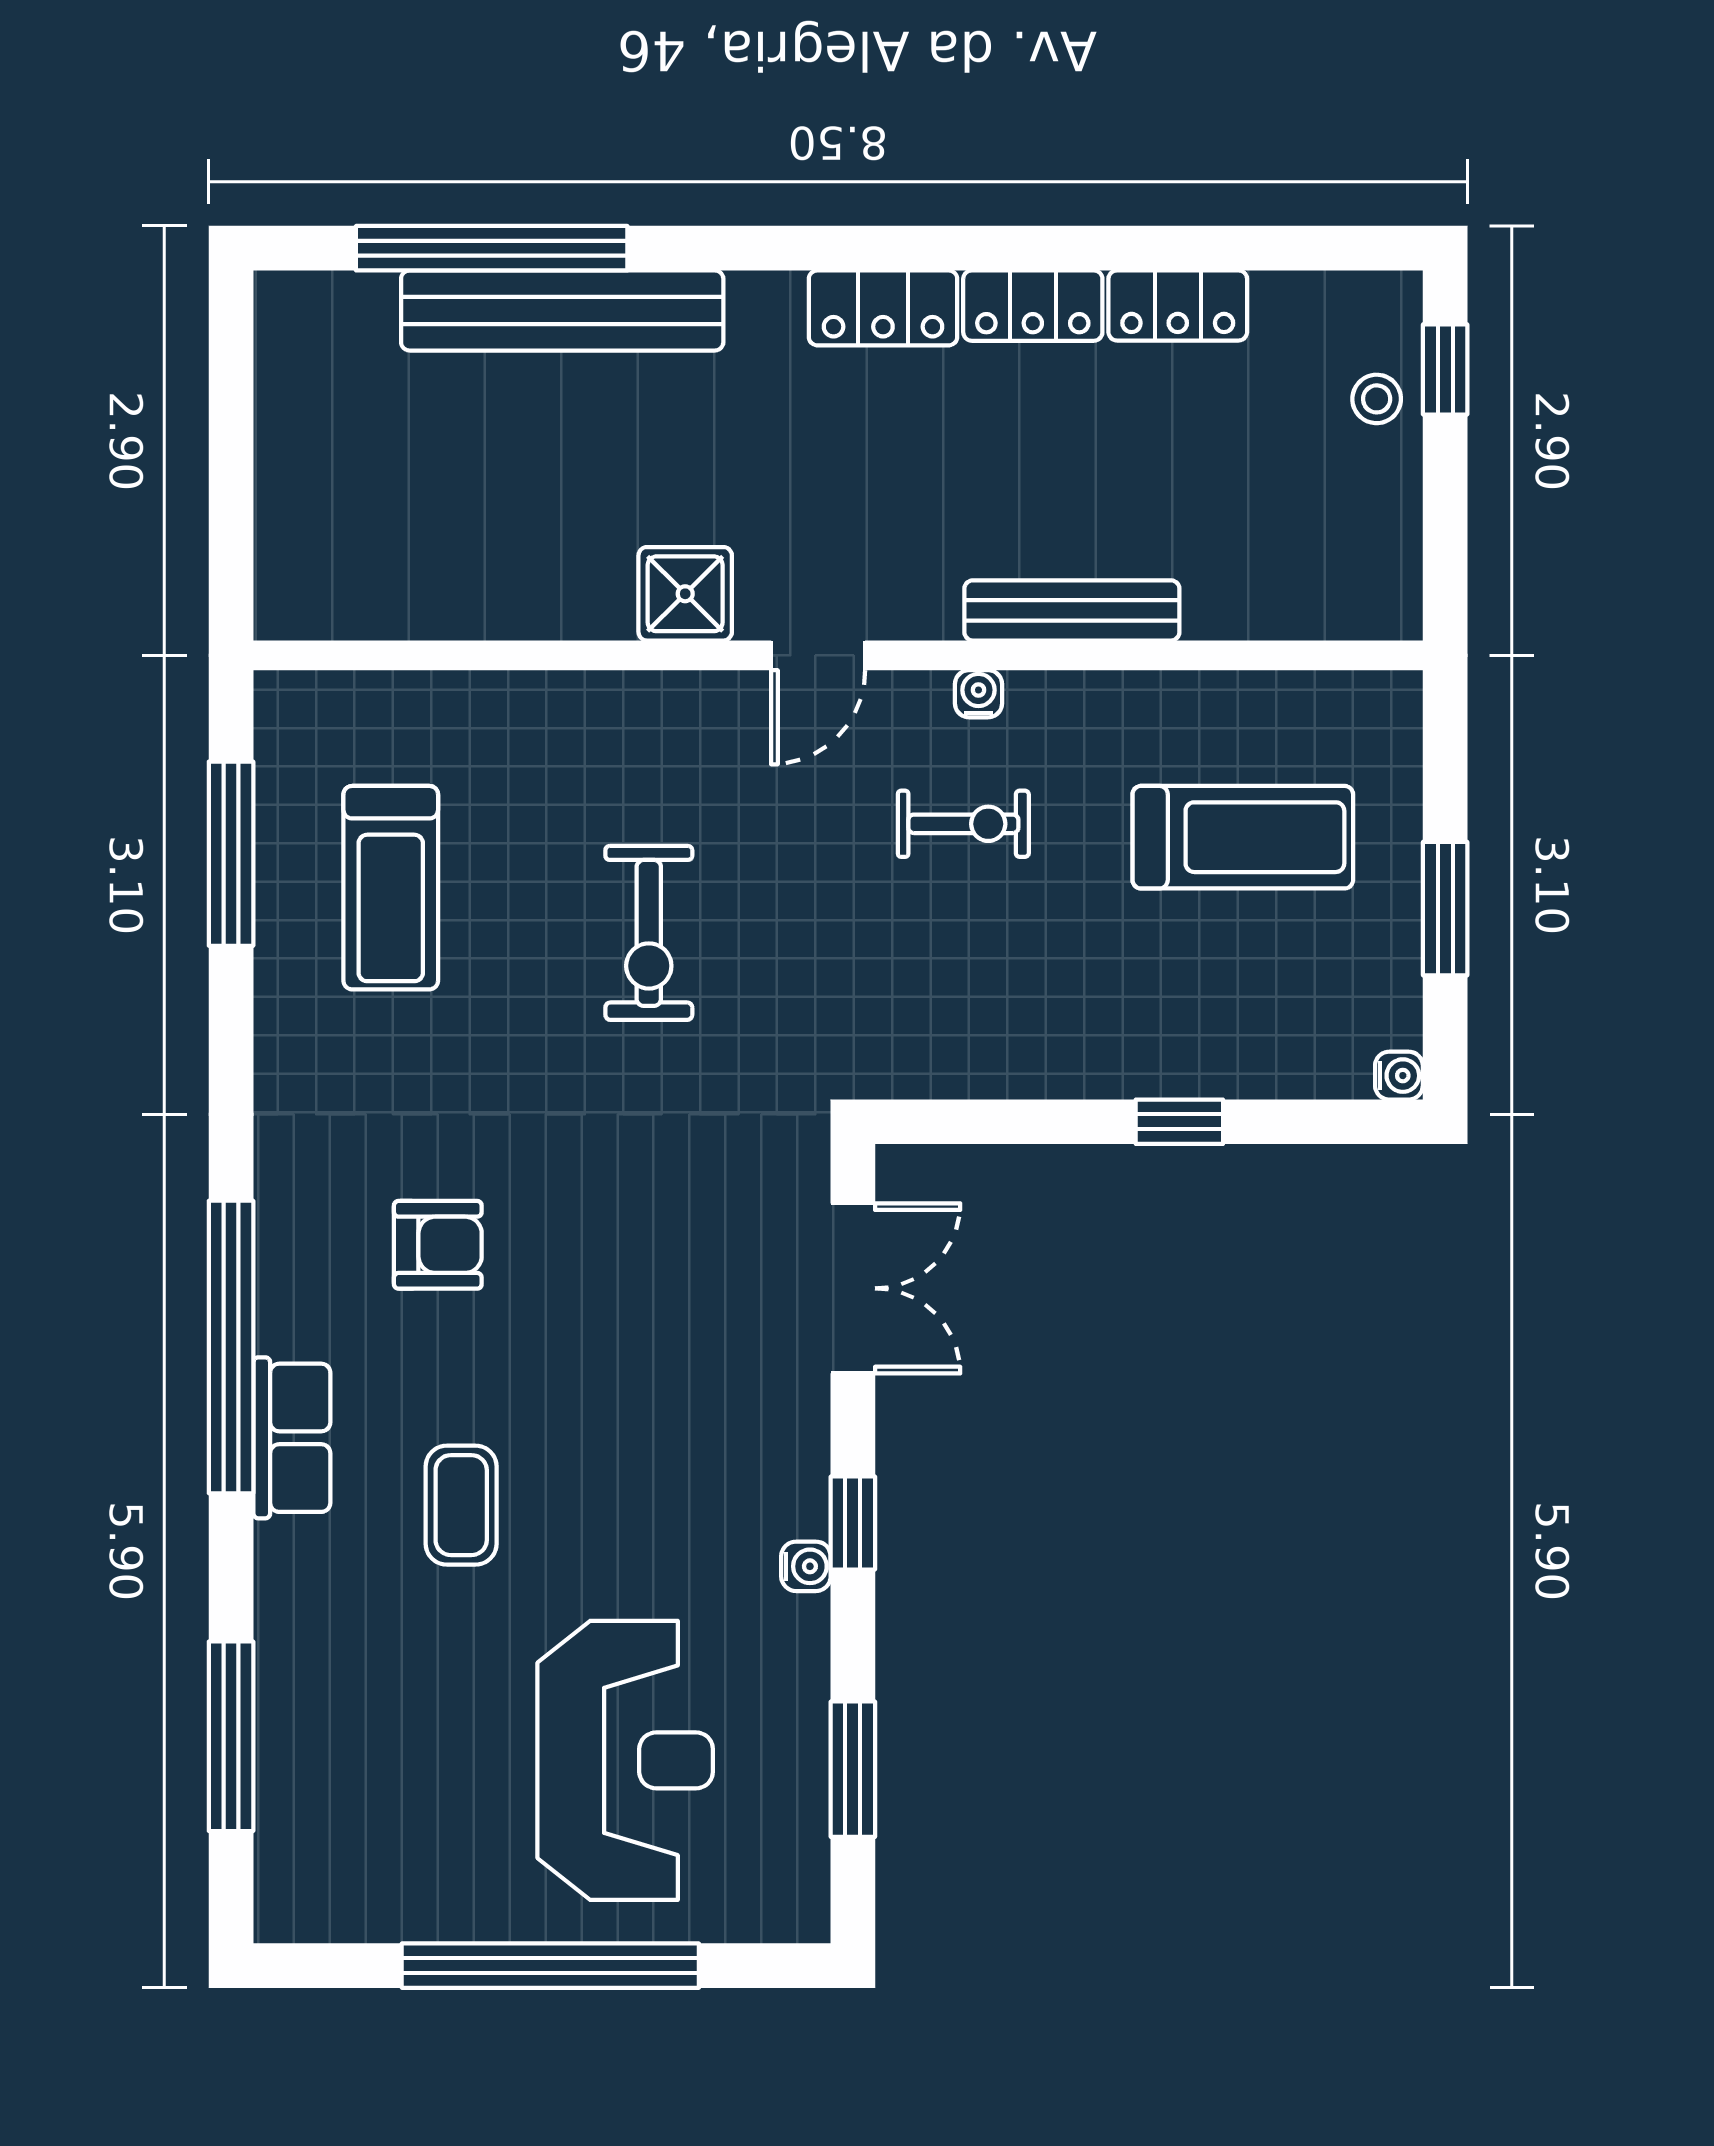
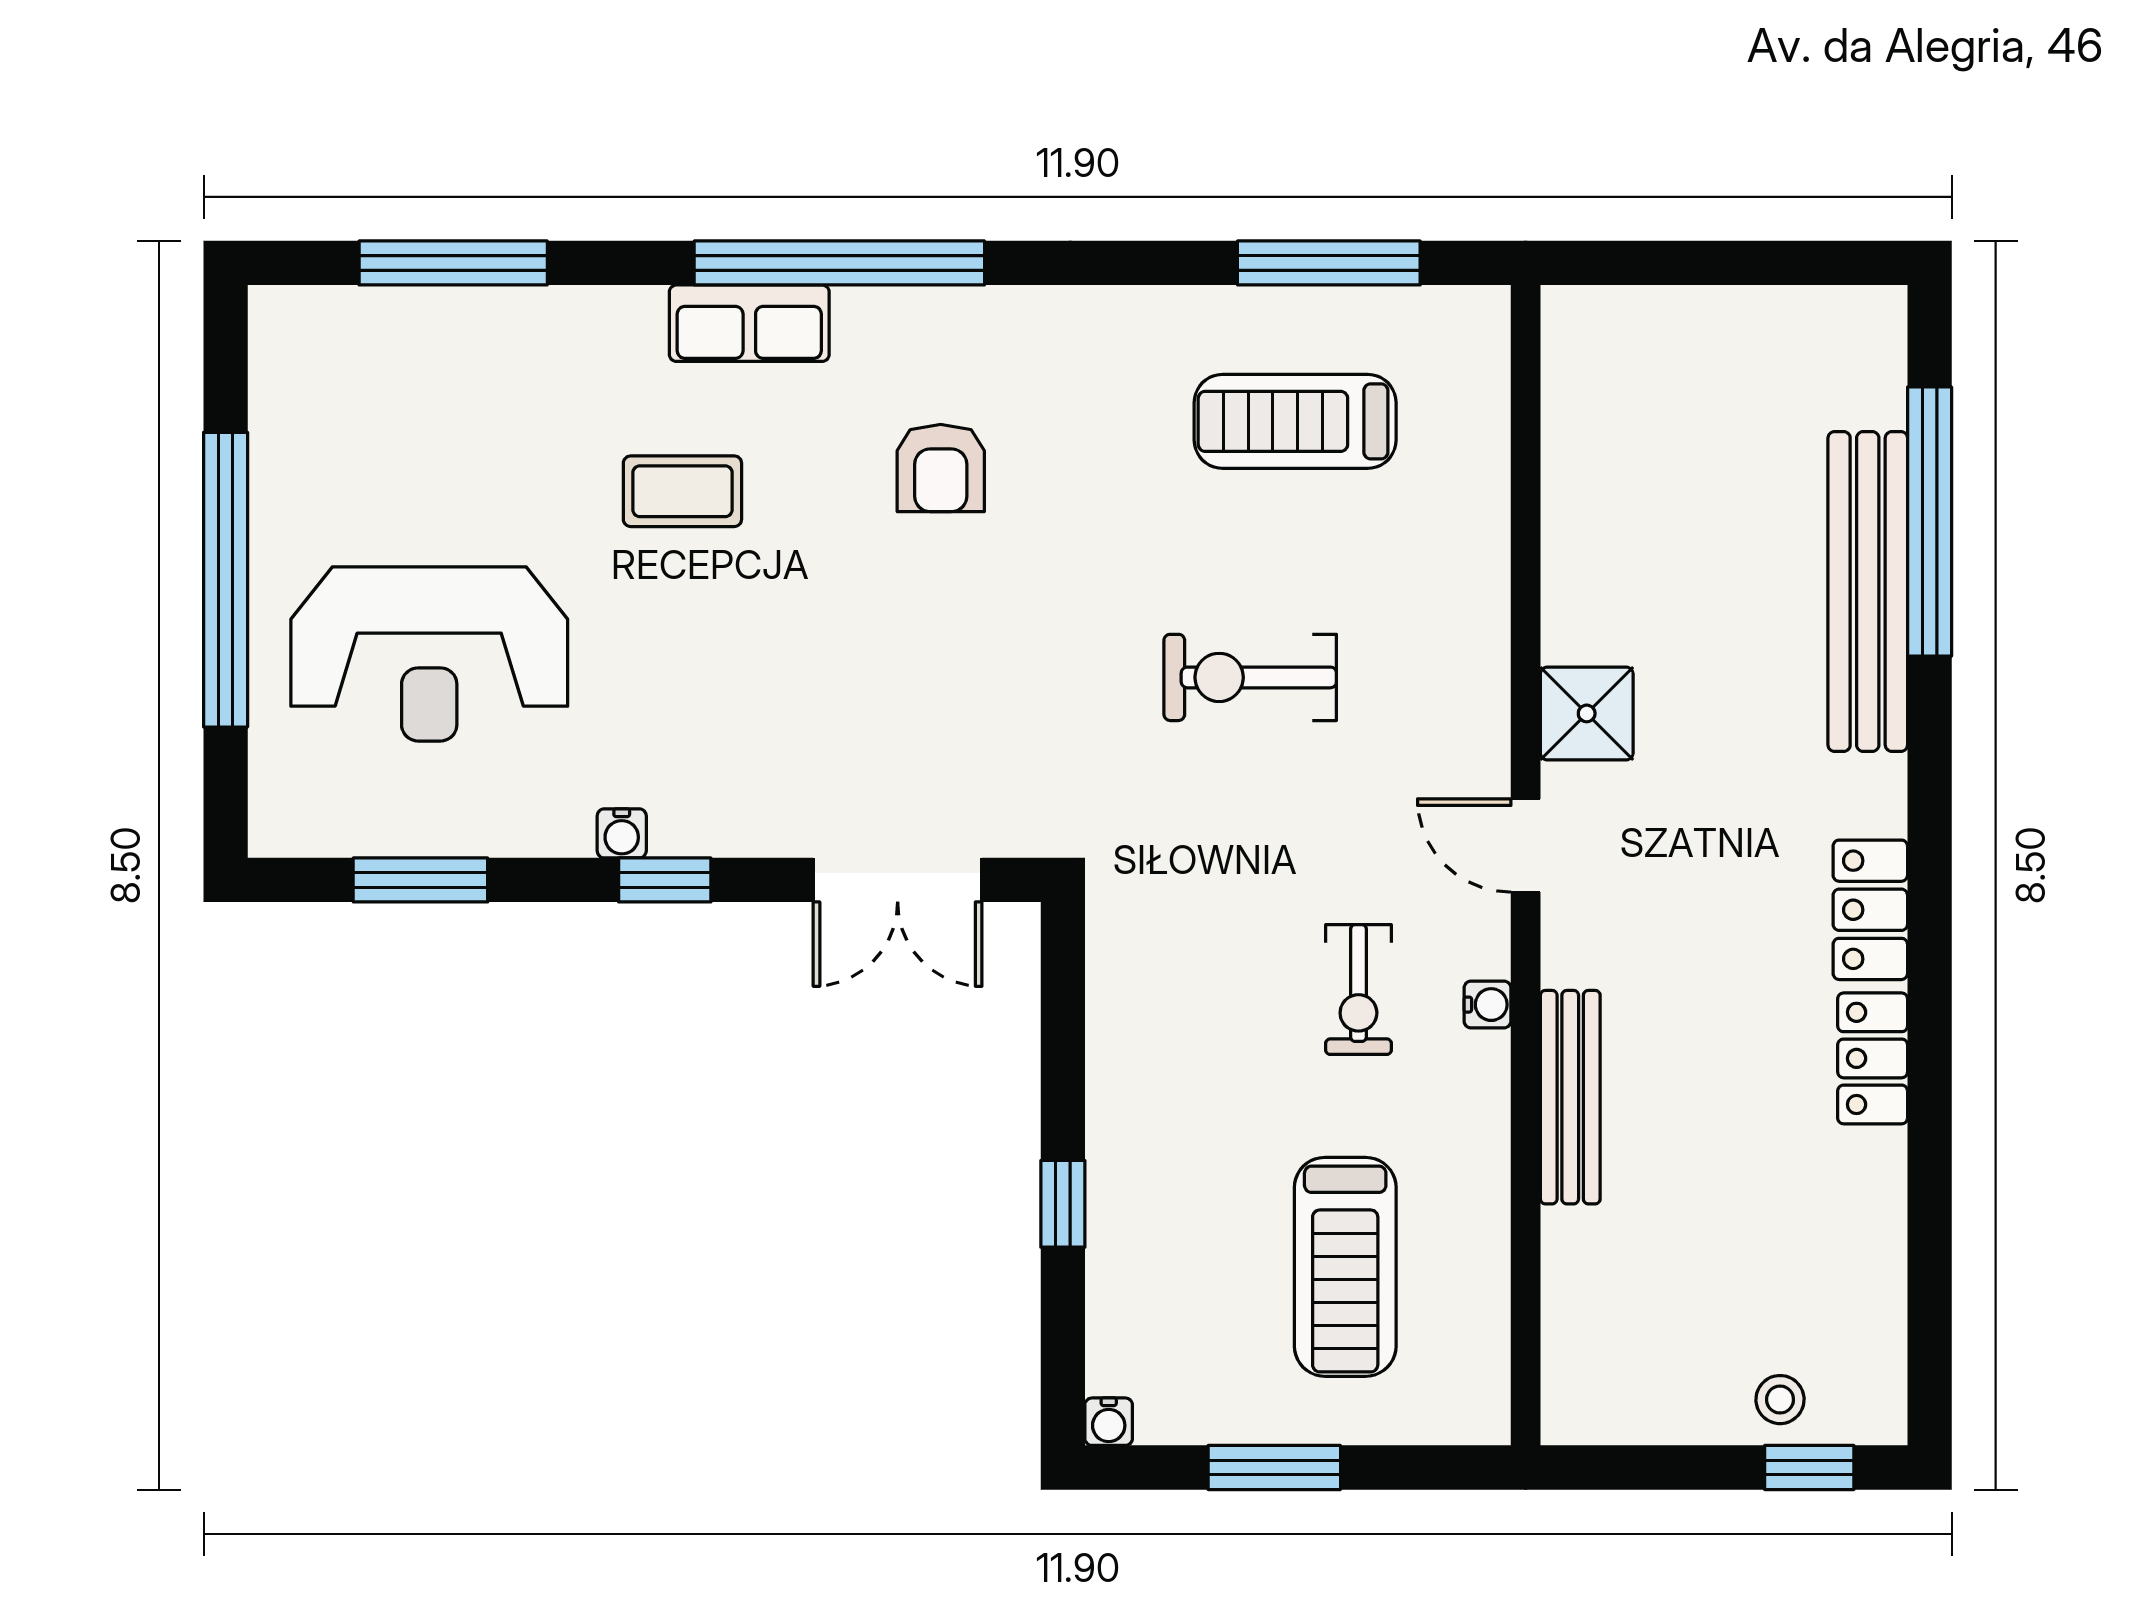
locker: (1178, 305) -> (1873, 1202), removed

